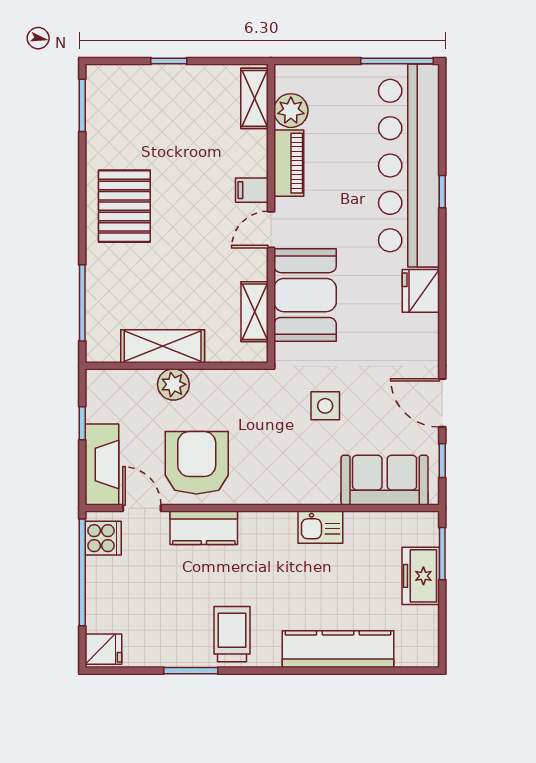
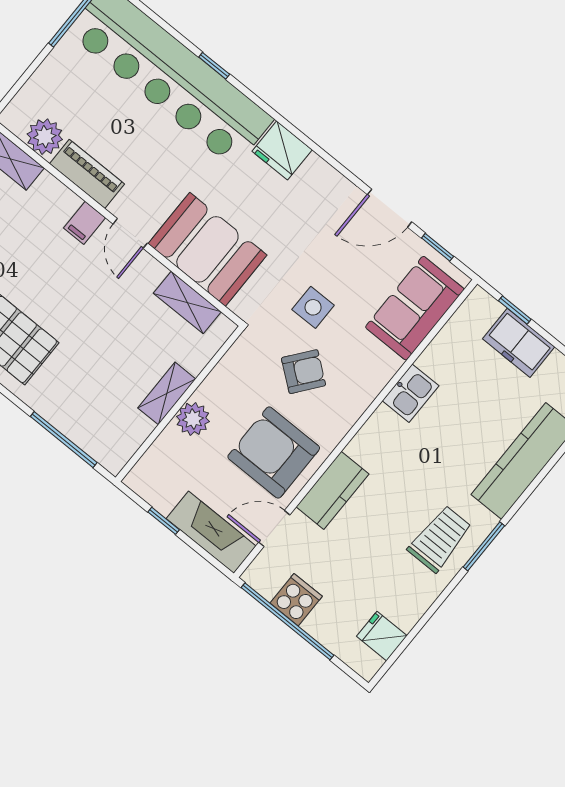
shelving: (163, 346) -> (167, 393), width x0.67, depth x0.75
armchair: (273, 437) -> (303, 372), added
cooker: (103, 538) -> (296, 600), moved
window: (442, 554) -> (515, 310), width x0.67
trolley: (232, 634) -> (440, 539), turned 90
fridge: (103, 649) -> (382, 636), moved, turned -90
window: (191, 671) -> (484, 546), moved

